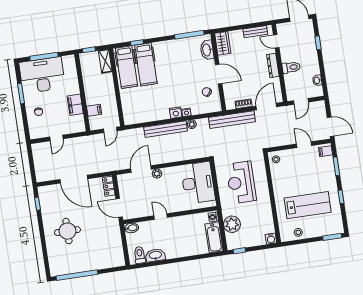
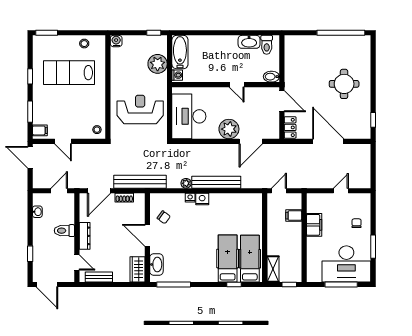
plant: (157, 174) -> (229, 129), width x1.88, depth x1.88
reception desk: (241, 182) -> (140, 110), turned -90

